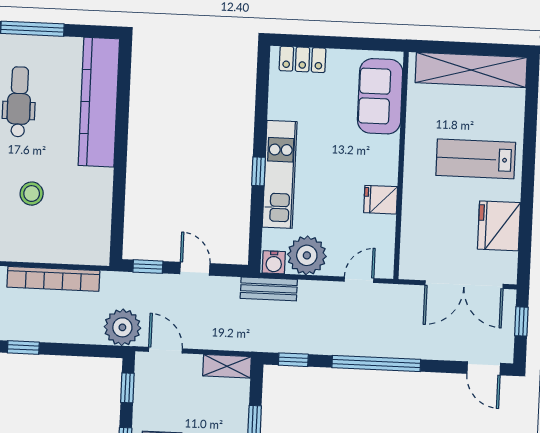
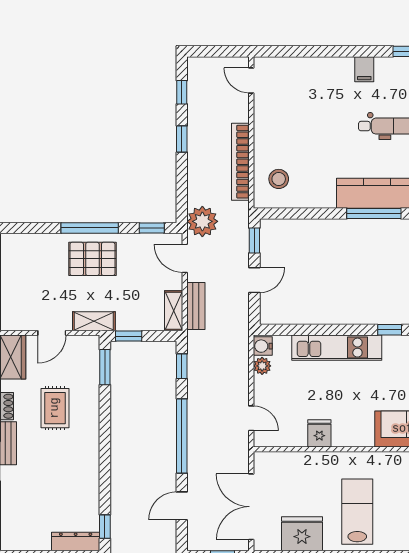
window: (122, 123) -> (374, 213), added
window: (258, 171) -> (390, 330), moved
stool: (32, 194) -> (279, 179), moved
plant: (307, 255) -> (262, 366), width x0.53, depth x0.53
bench: (269, 289) -> (196, 306), moved
door: (165, 350) -> (185, 258), swing flipped
door: (484, 368) -> (182, 506), moved

